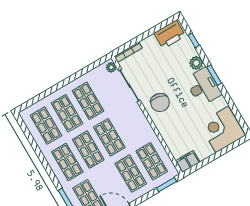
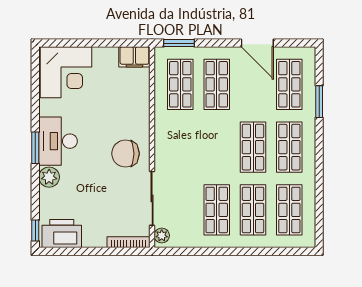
window: (194, 40) -> (35, 231), moved
chair: (160, 103) -> (125, 154), turned -101
shop shelf: (109, 137) -> (217, 147), removed

